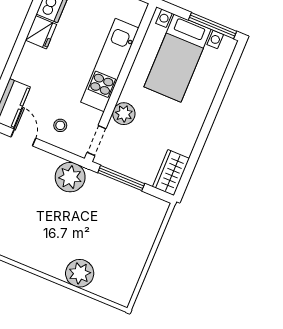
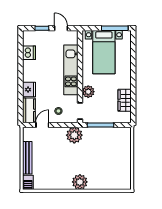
fridge: (41, 32) -> (29, 90), moved
door: (23, 138) -> (42, 125), hinge flipped
wardrobe: (171, 173) -> (125, 100), moved
plant: (80, 273) -> (80, 182), moved

